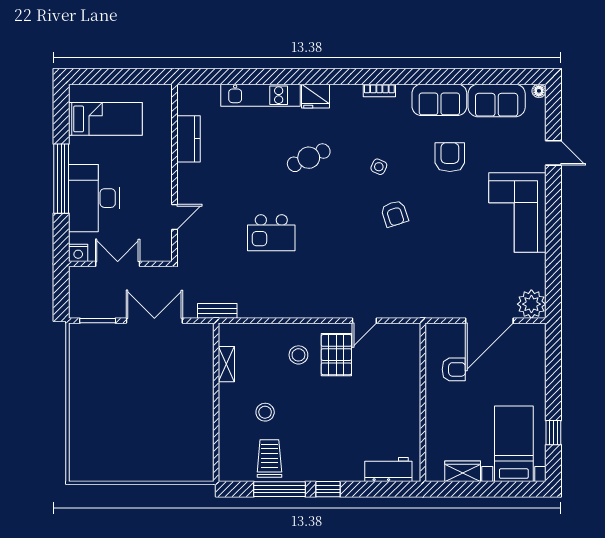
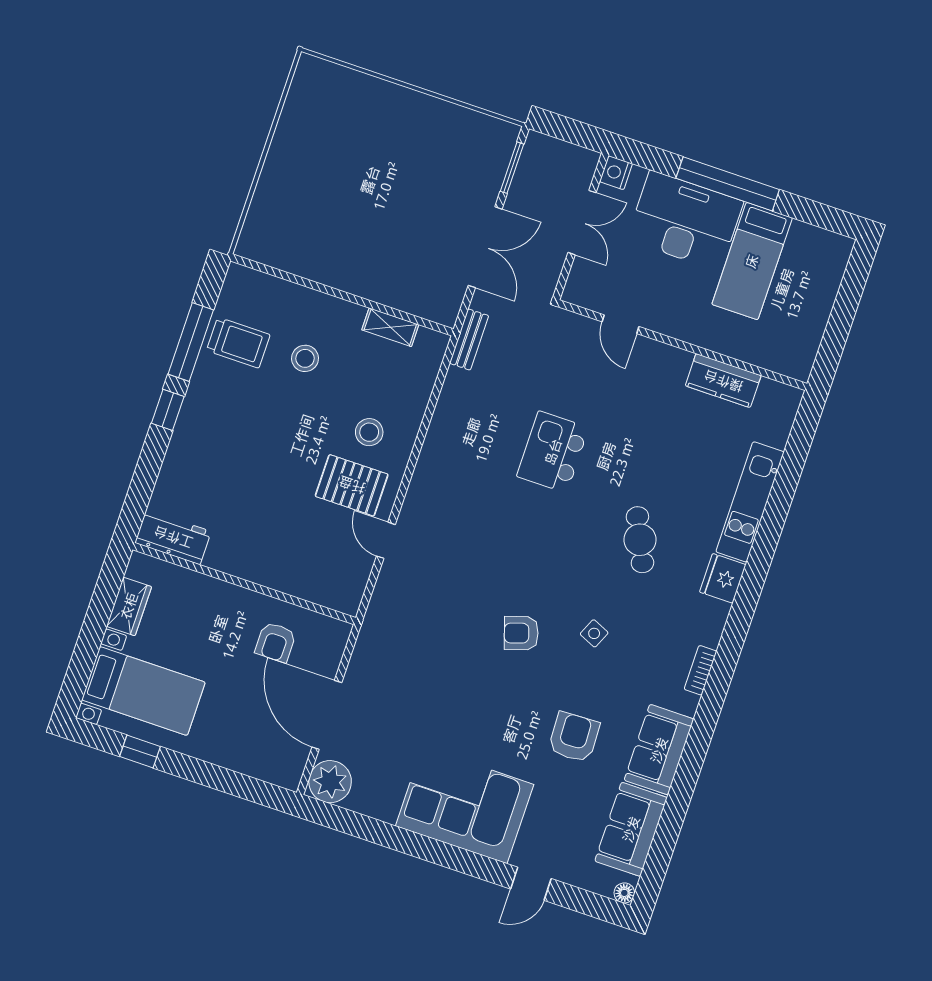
bed: (105, 119) -> (752, 261), moved
armchair: (450, 157) -> (574, 737), turned -92
workbench: (388, 469) -> (173, 537), moved, turned -90

